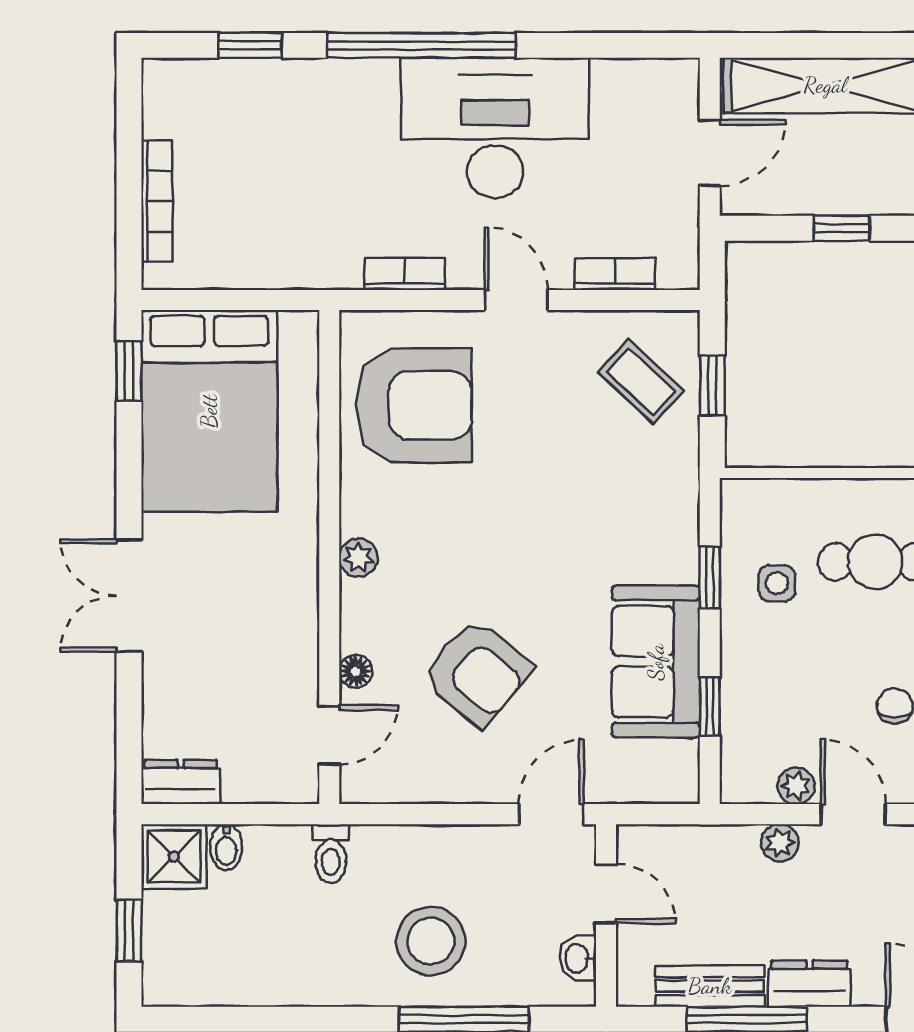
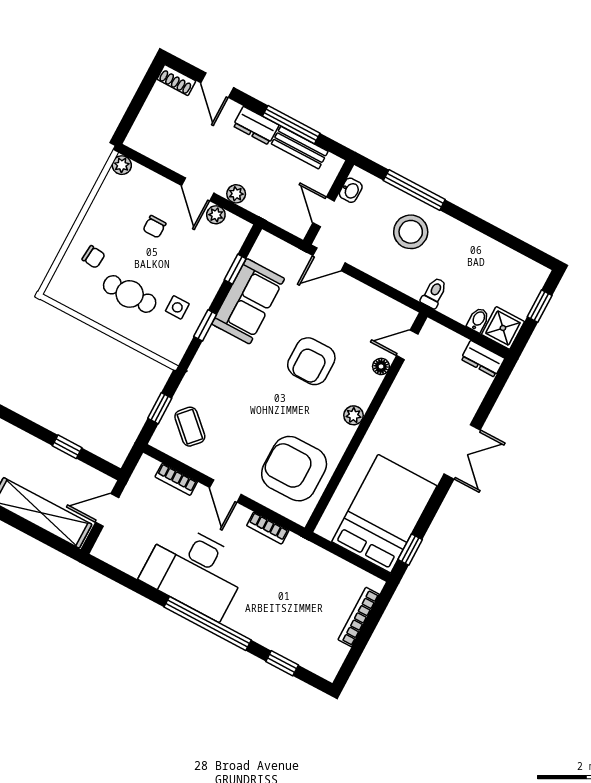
armchair: (477, 672) -> (311, 361), moved, turned -130

